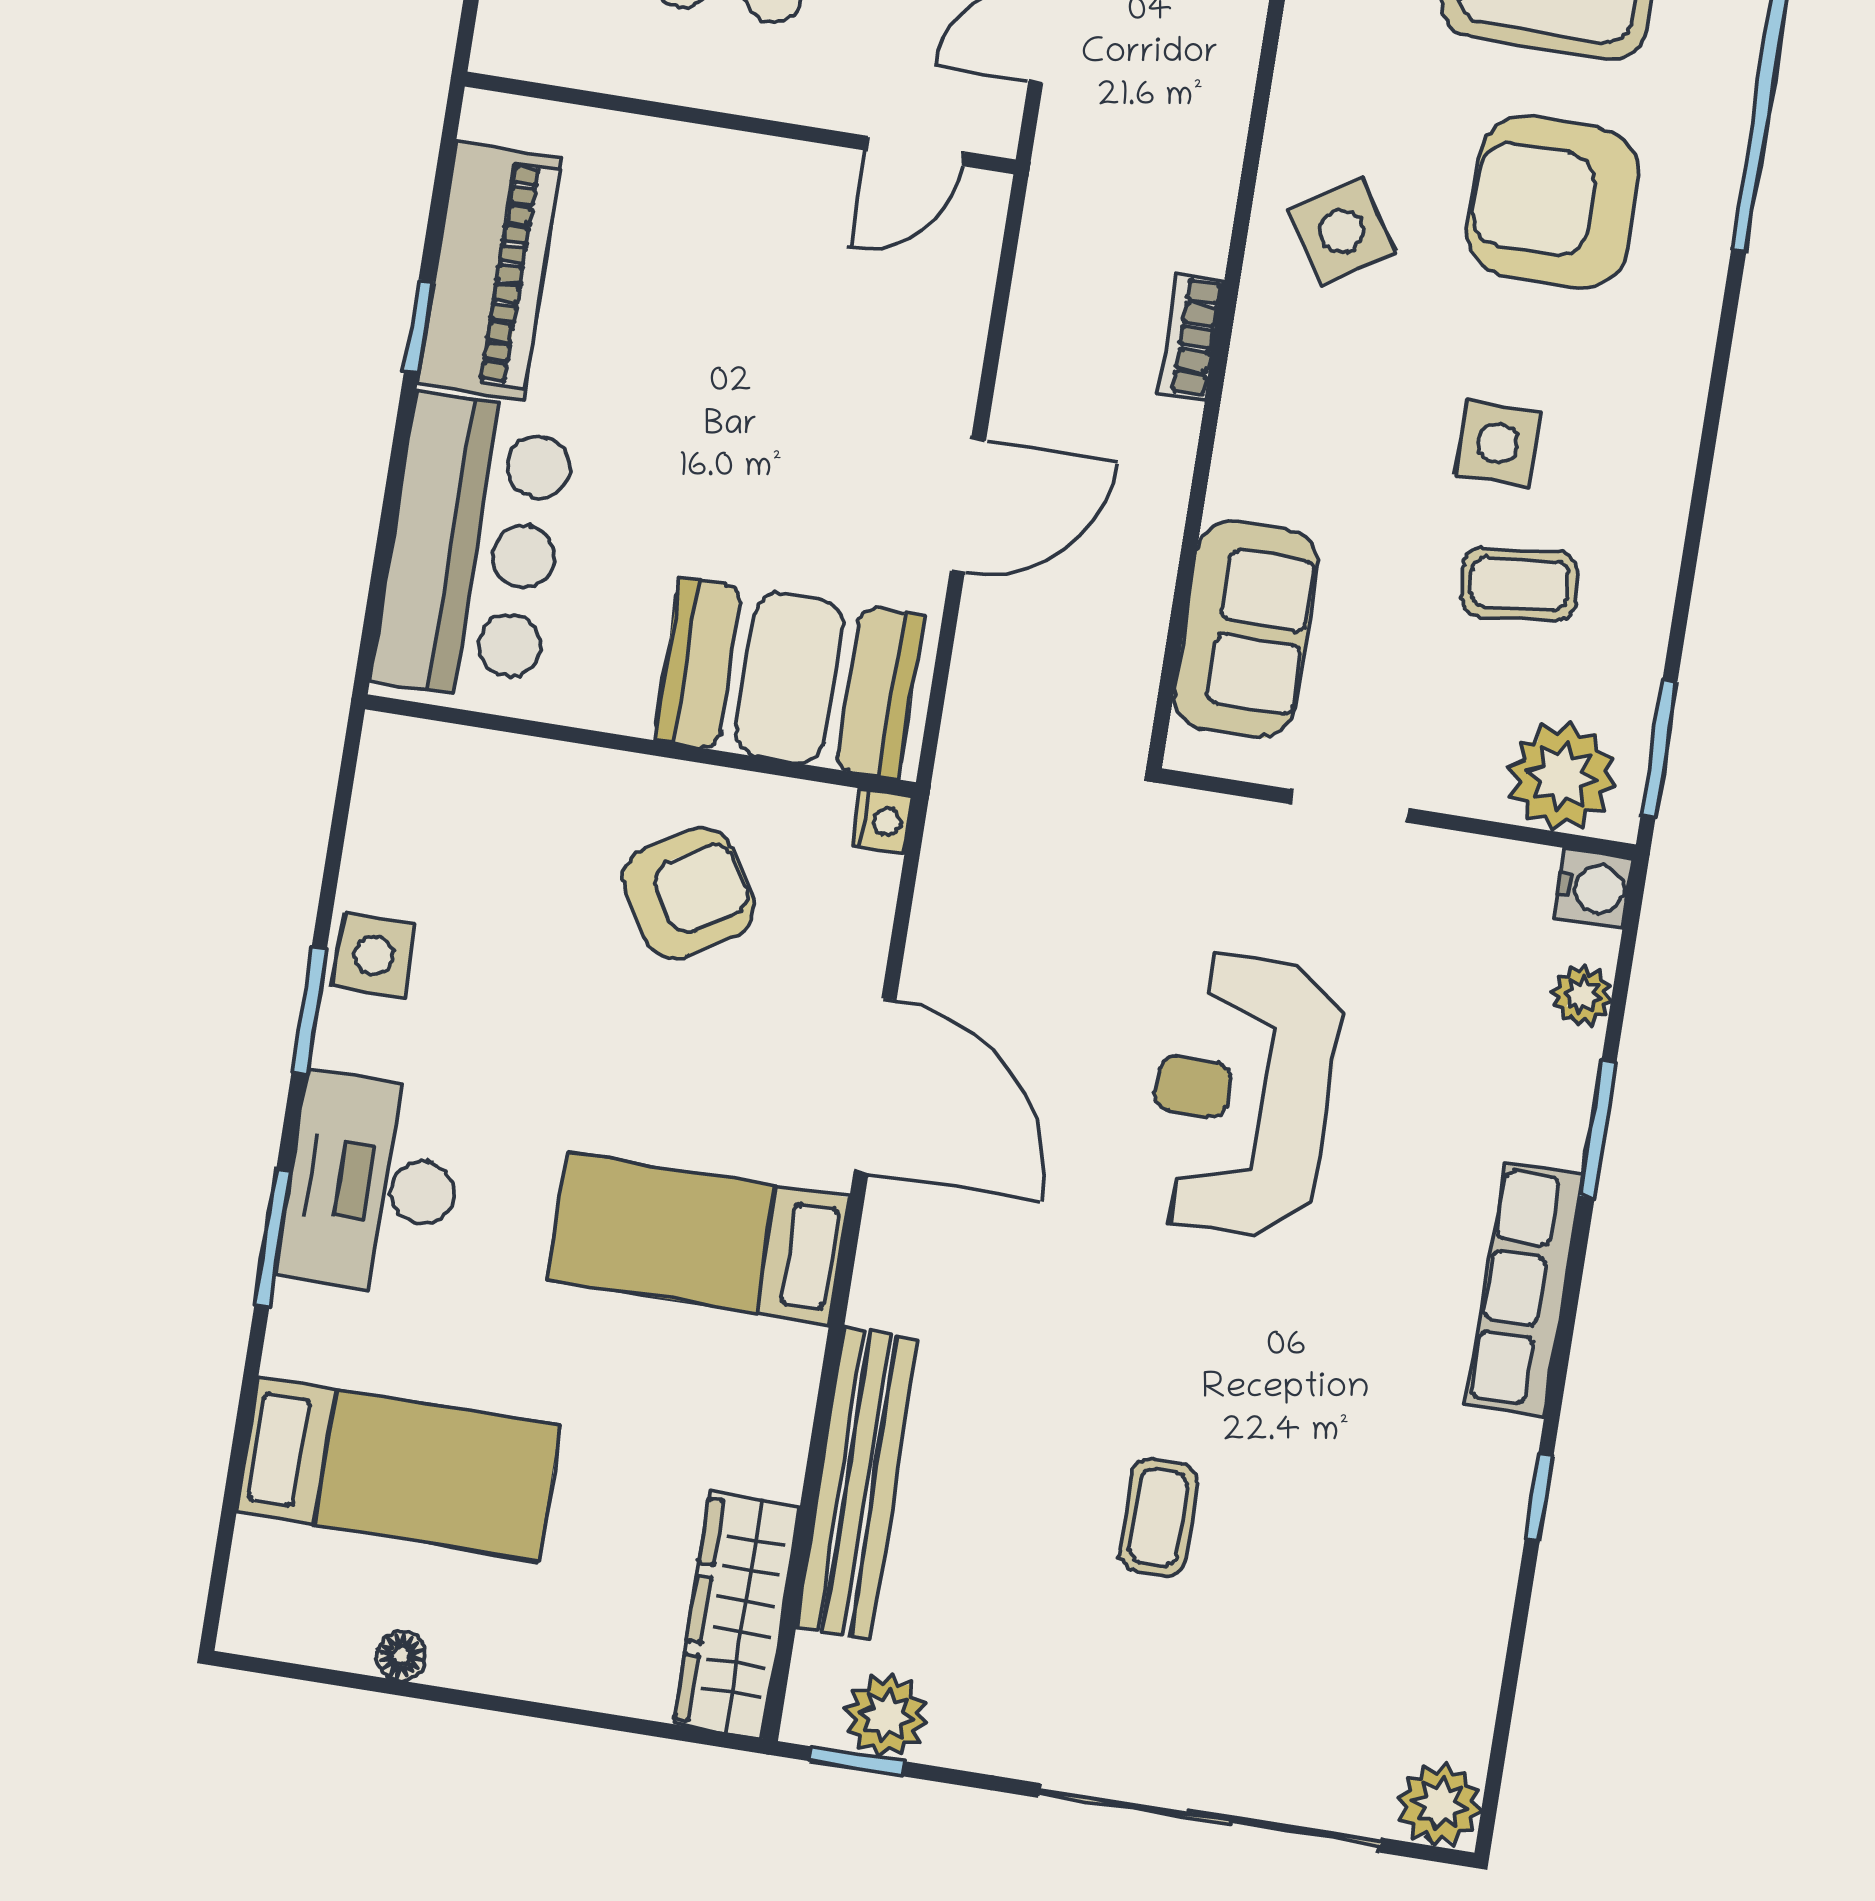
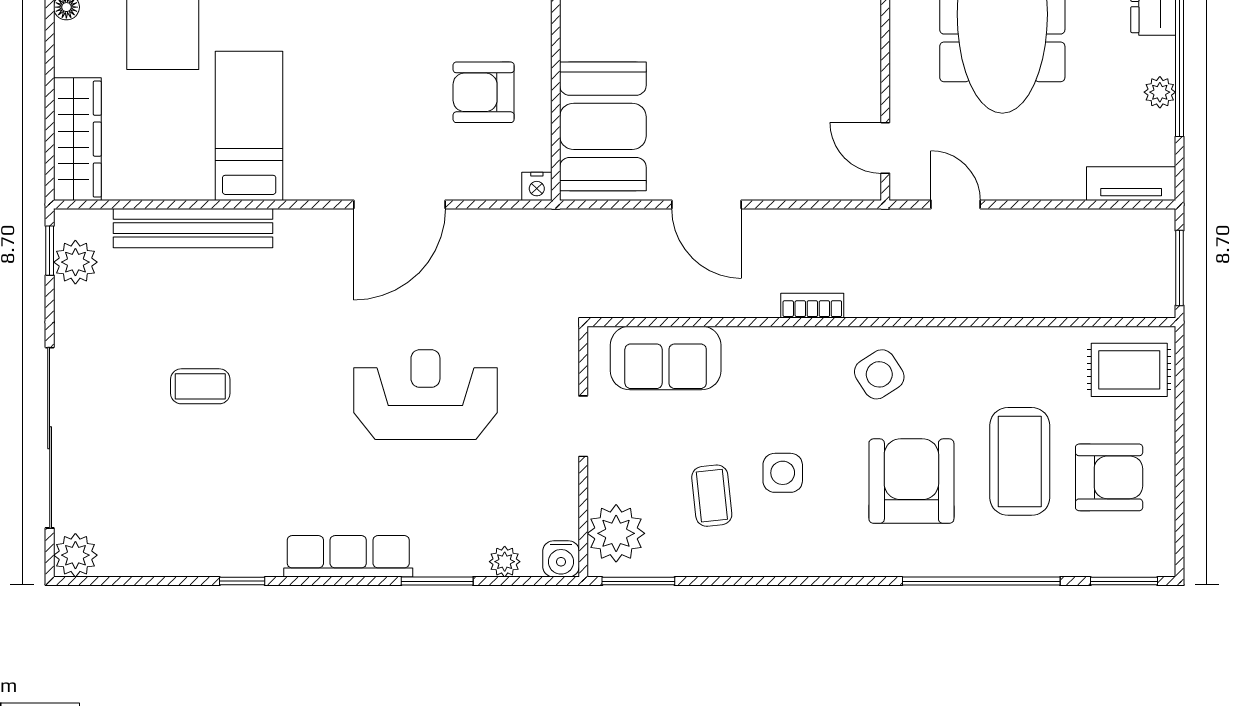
armchair: (689, 893) -> (484, 92), turned 121
bed: (698, 1238) -> (249, 126), moved
wardrobe: (737, 1615) -> (77, 139), moved, turned 90

